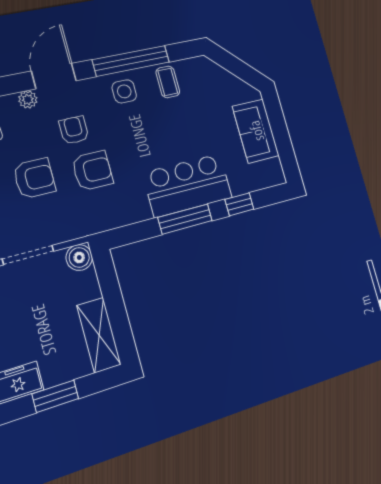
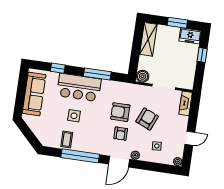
side table: (124, 91) -> (74, 116), moved
sofa: (256, 131) -> (34, 94), width x1.36
armchair: (34, 178) -> (147, 119), turned 113
window: (185, 219) -> (97, 74), moved

